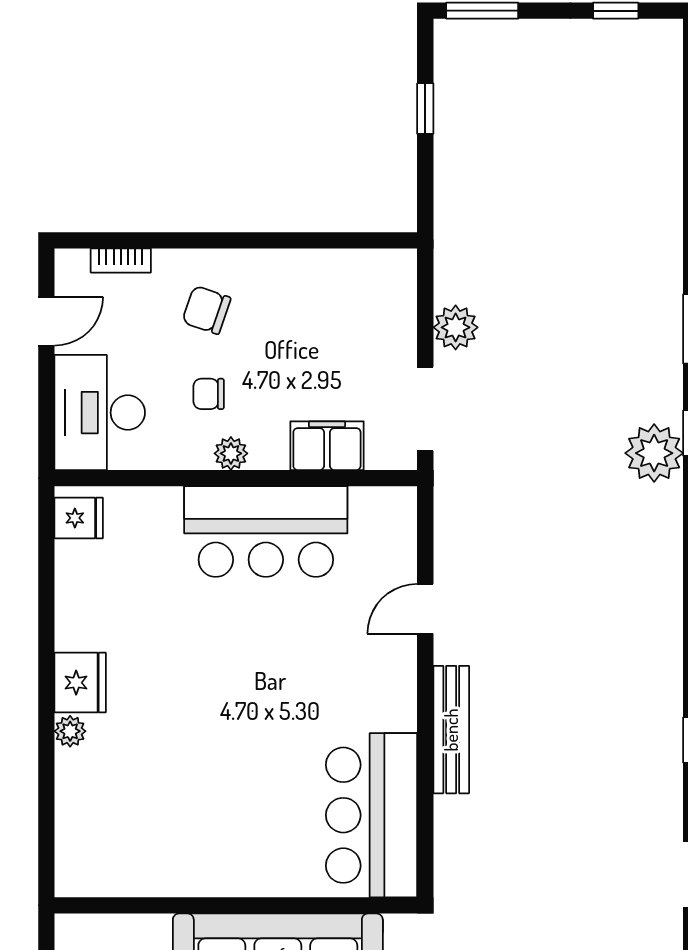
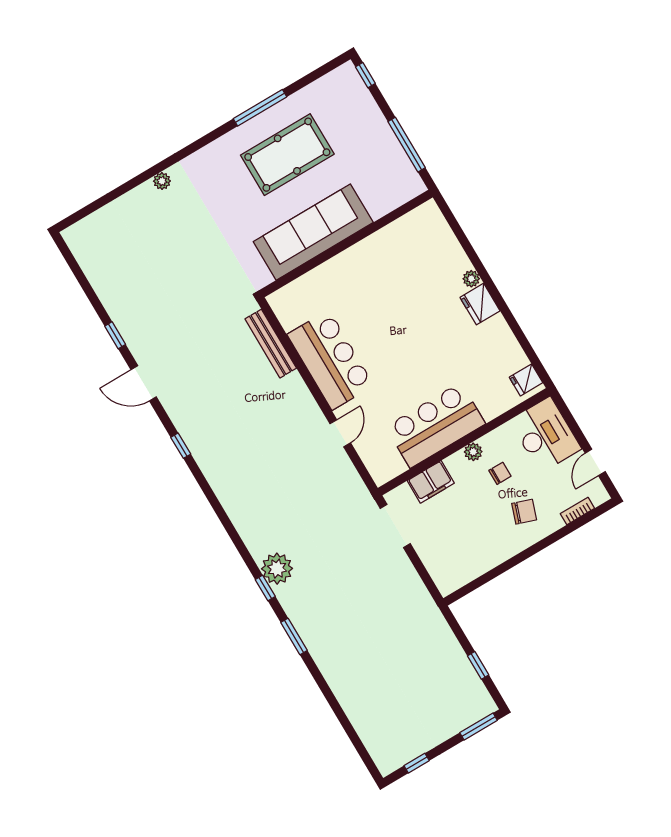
plant: (456, 327) -> (404, 572), removed
bench: (451, 730) -> (271, 344), moved
bar counter: (372, 815) -> (330, 360), moved

